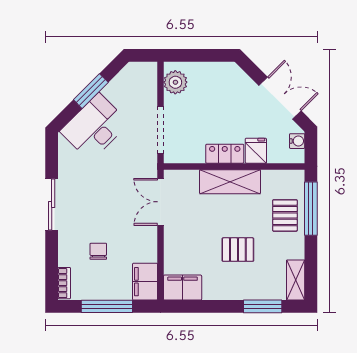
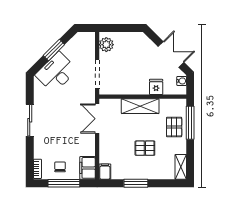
locker: (225, 154) -> (137, 89), removed
chair: (98, 251) -> (60, 167), moved
filing cabinet: (183, 288) -> (105, 172), width x0.50
window: (263, 306) -> (136, 183), moved

